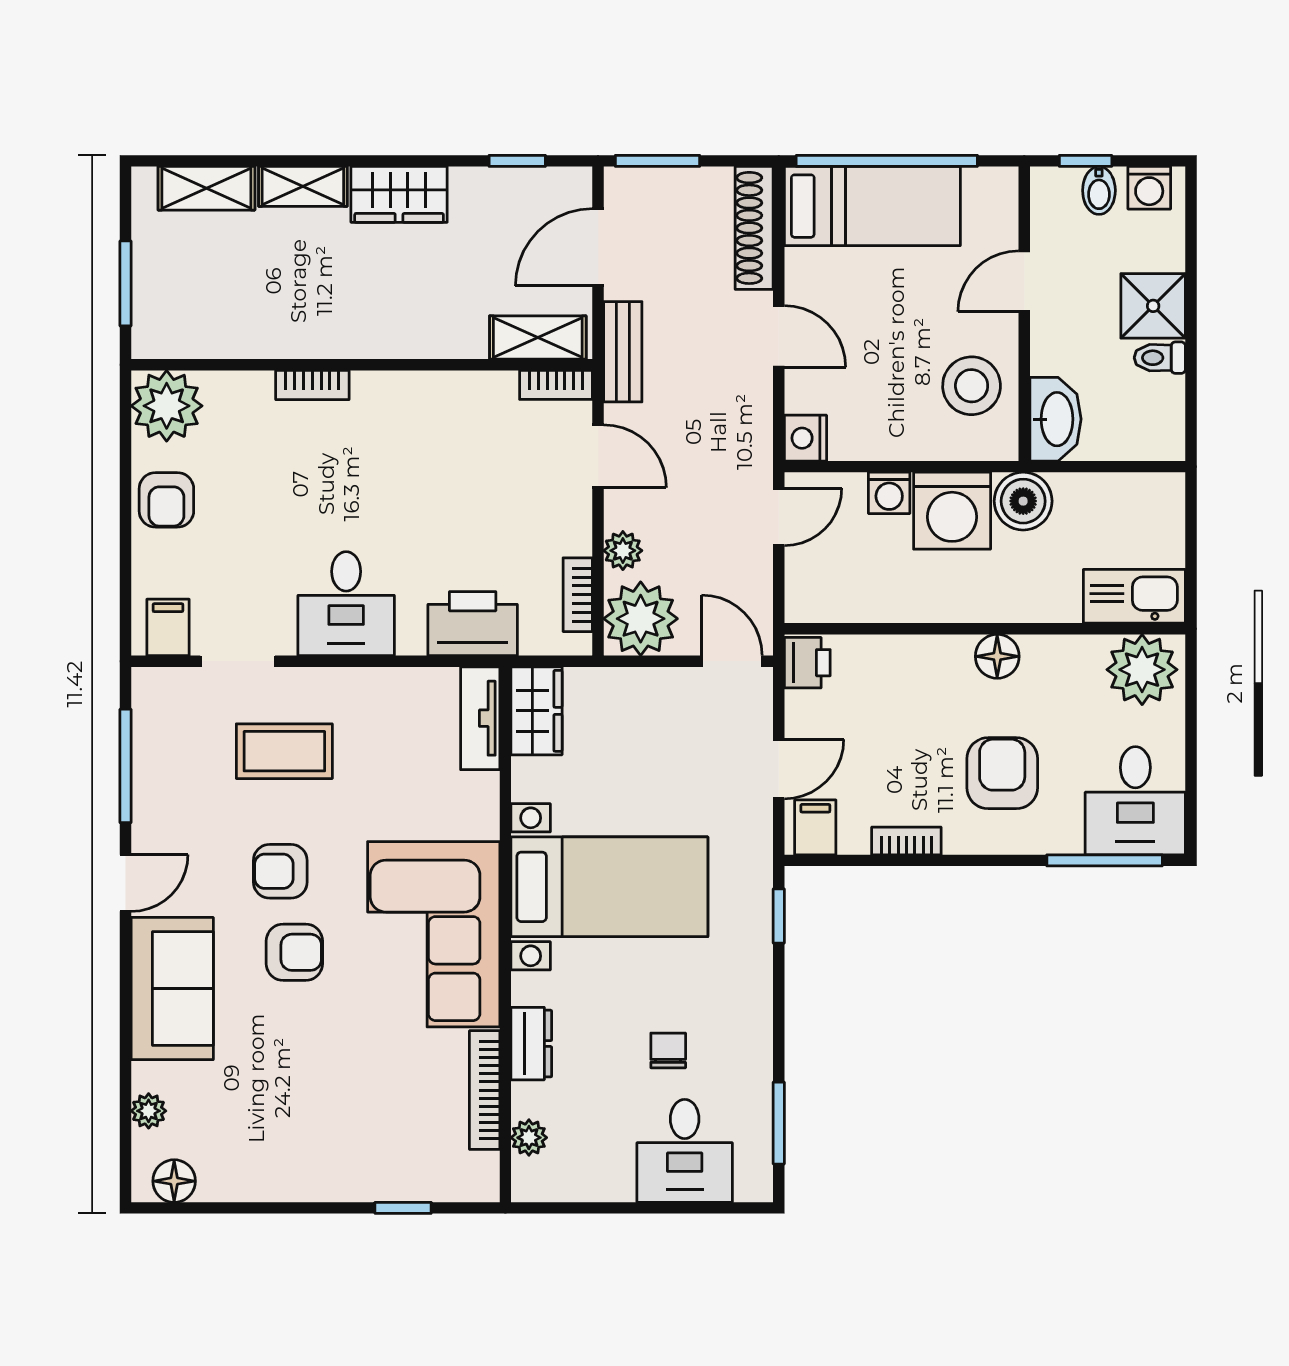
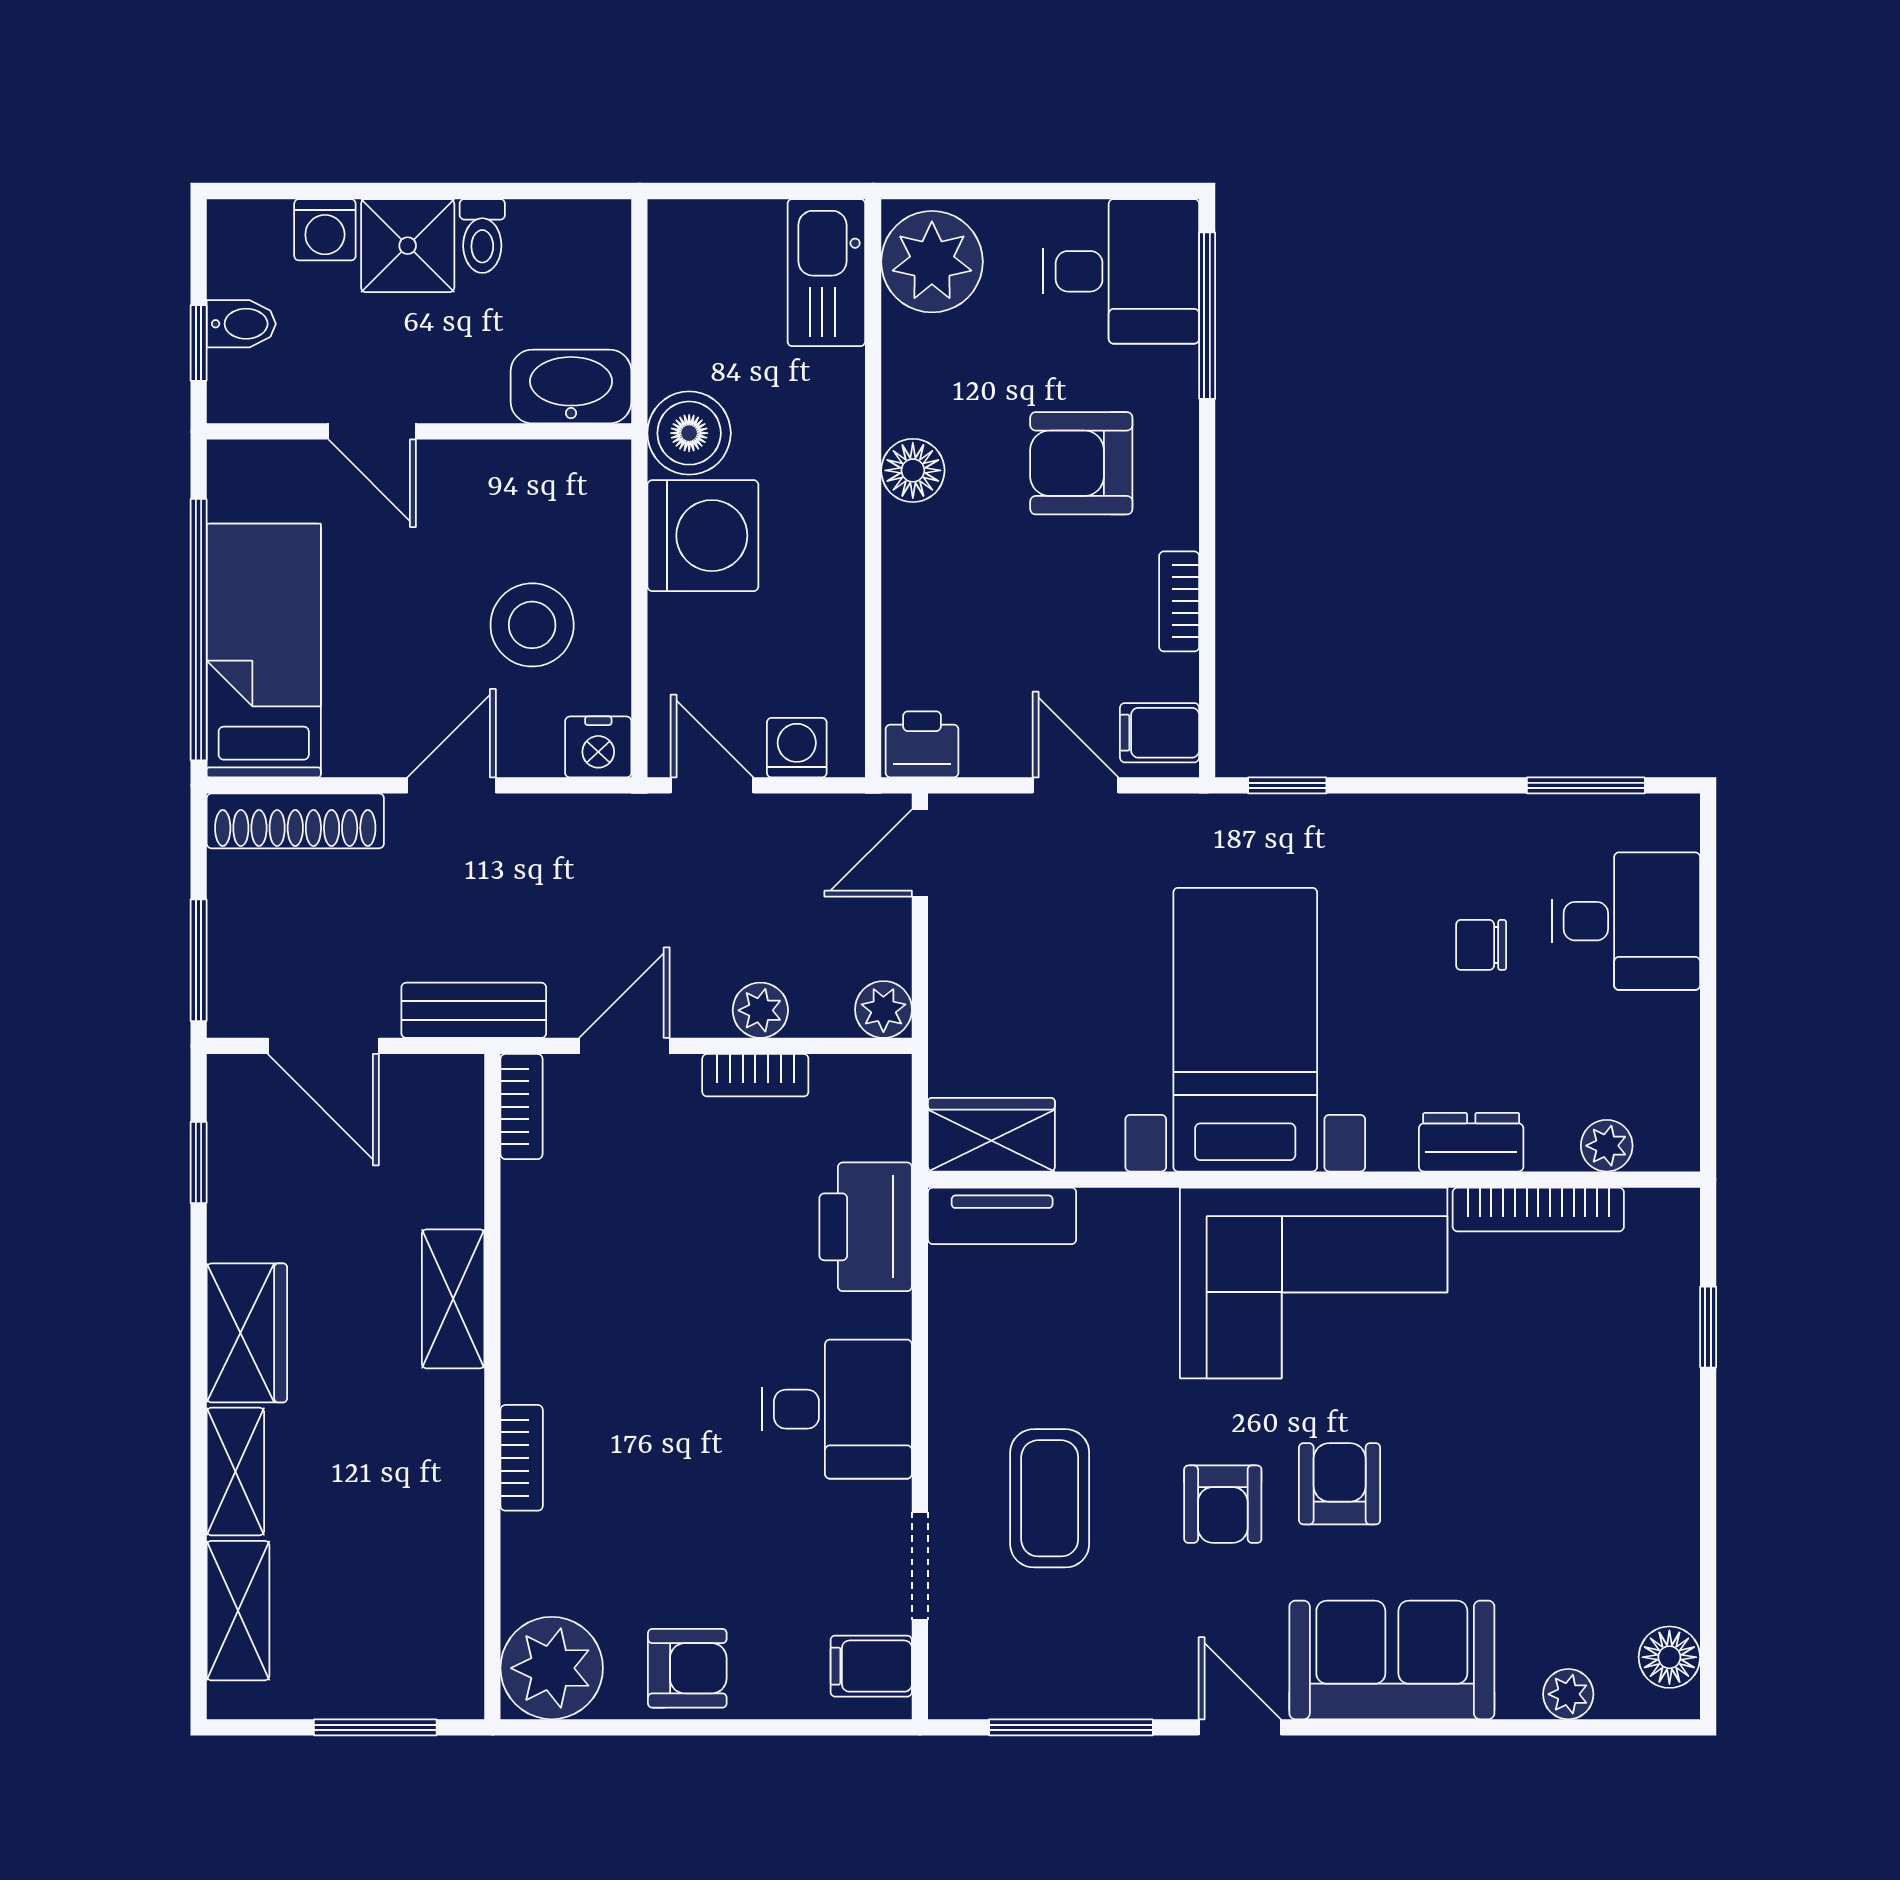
washing machine: (1149, 188) -> (325, 230), moved, turned 90
shelving: (538, 337) -> (453, 1299), moved
stool: (972, 386) -> (532, 625), moved
washing machine: (889, 493) -> (797, 748), moved, turned -90
bookcase: (578, 595) -> (755, 1075), moved
plant: (641, 619) -> (883, 1009), width x0.53, depth x0.53

